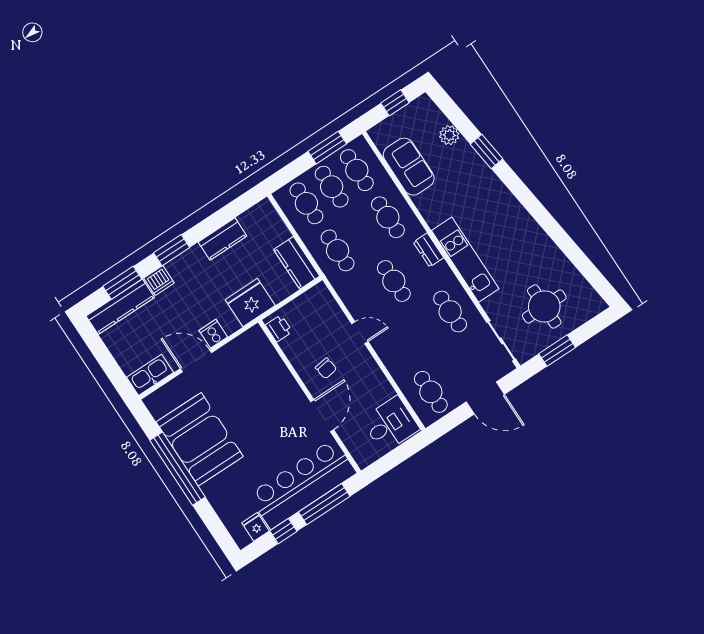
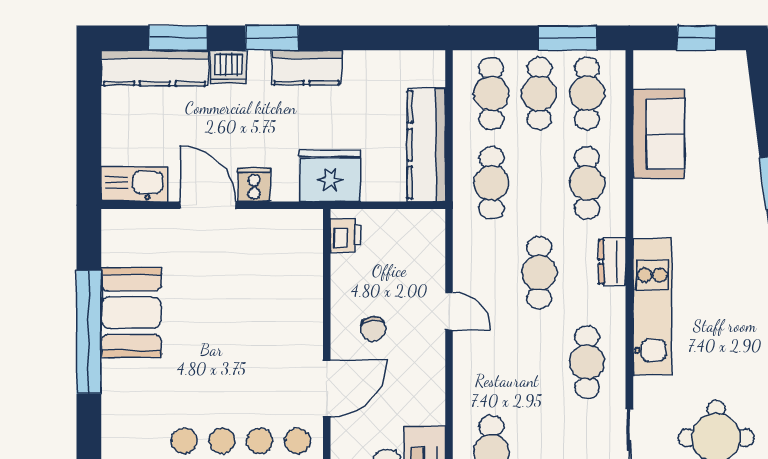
plant: (449, 135) -> (740, 128), removed
kitchen counter: (223, 239) -> (307, 68), moved
kitchen counter: (297, 263) -> (426, 145), width x1.50
booth: (200, 439) -> (131, 313), width x0.73, depth x0.70

